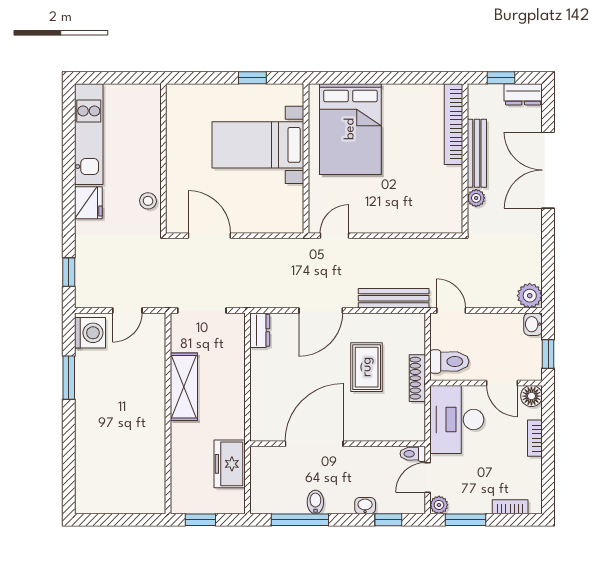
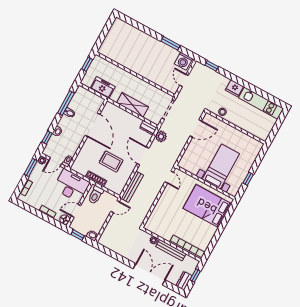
plant: (530, 296) -> (161, 136), moved
shelving: (184, 387) -> (132, 105), moved
door: (428, 478) -> (55, 162), swing flipped

